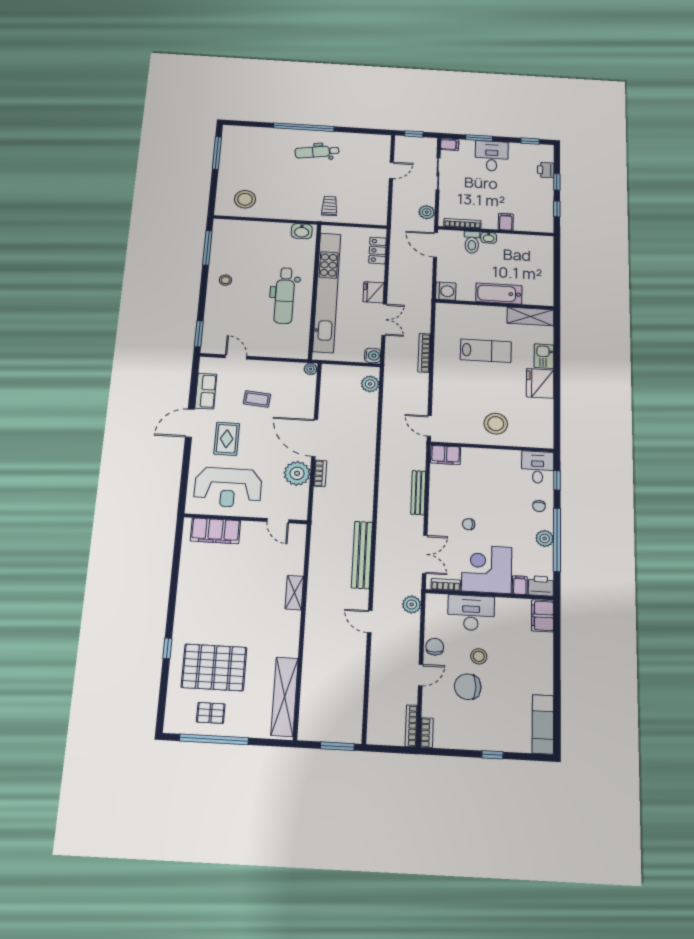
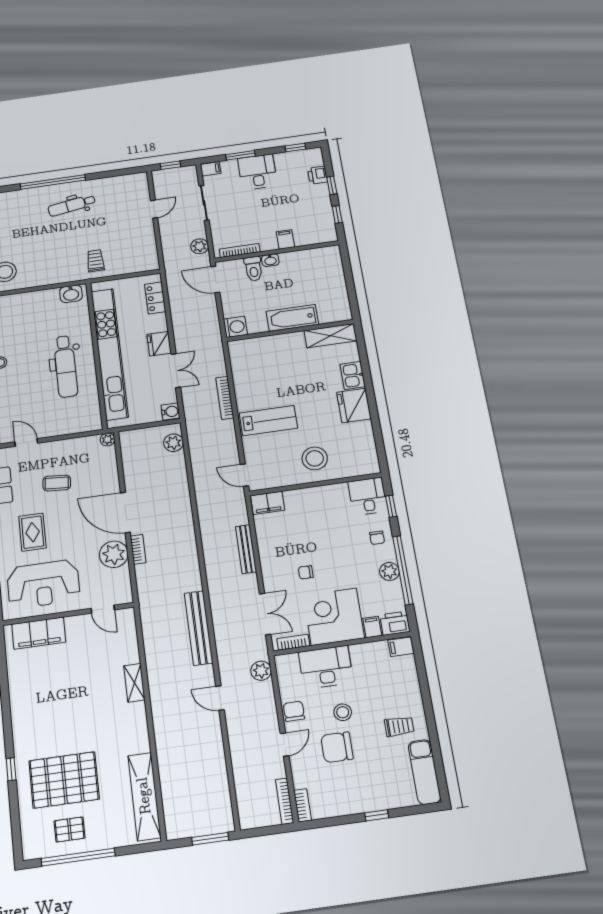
lab bench: (486, 351) -> (268, 421), moved
filing cabinet: (543, 616) -> (401, 647), width x0.50
trolley: (528, 679) -> (399, 726), added

